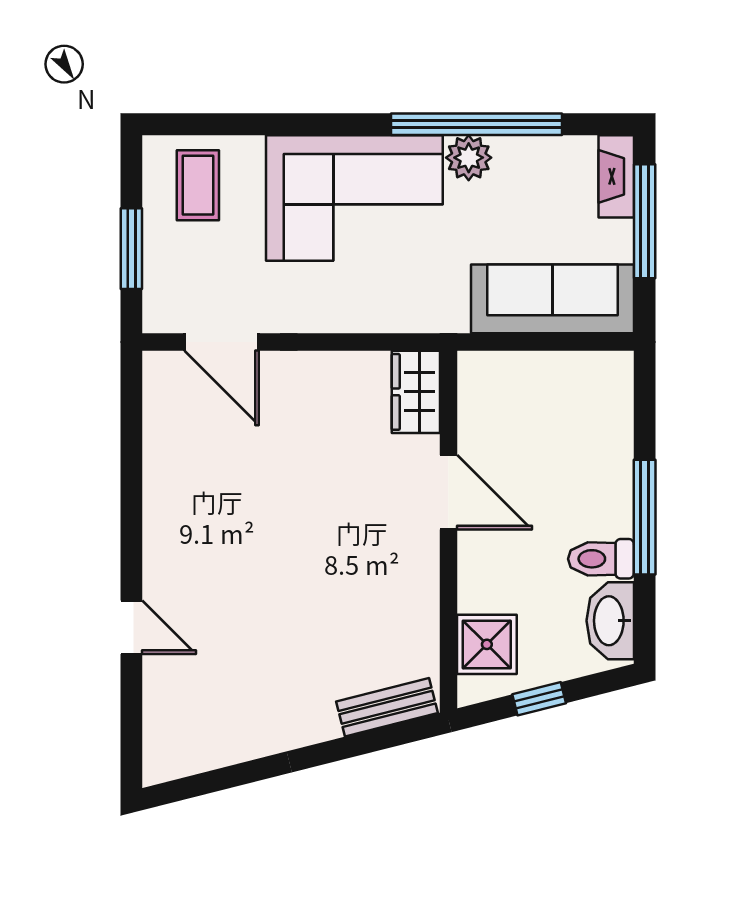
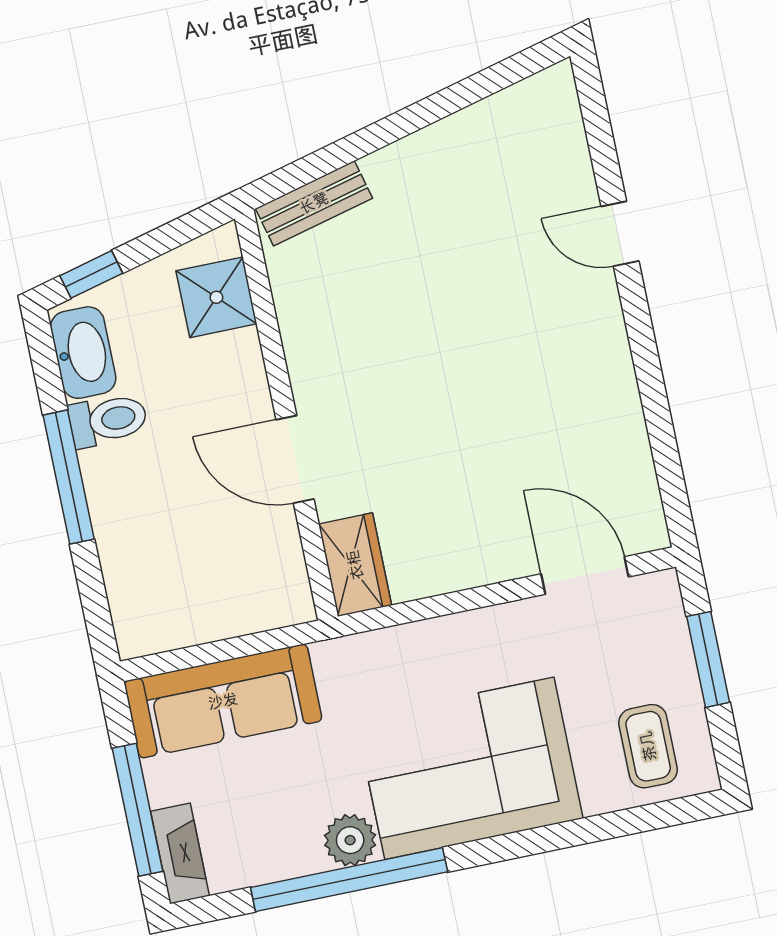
window: (539, 699) -> (91, 274), moved

